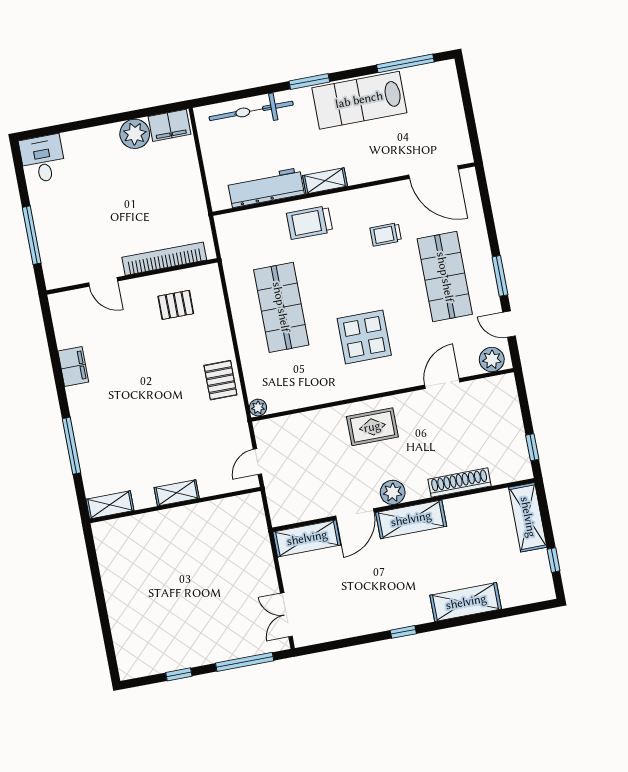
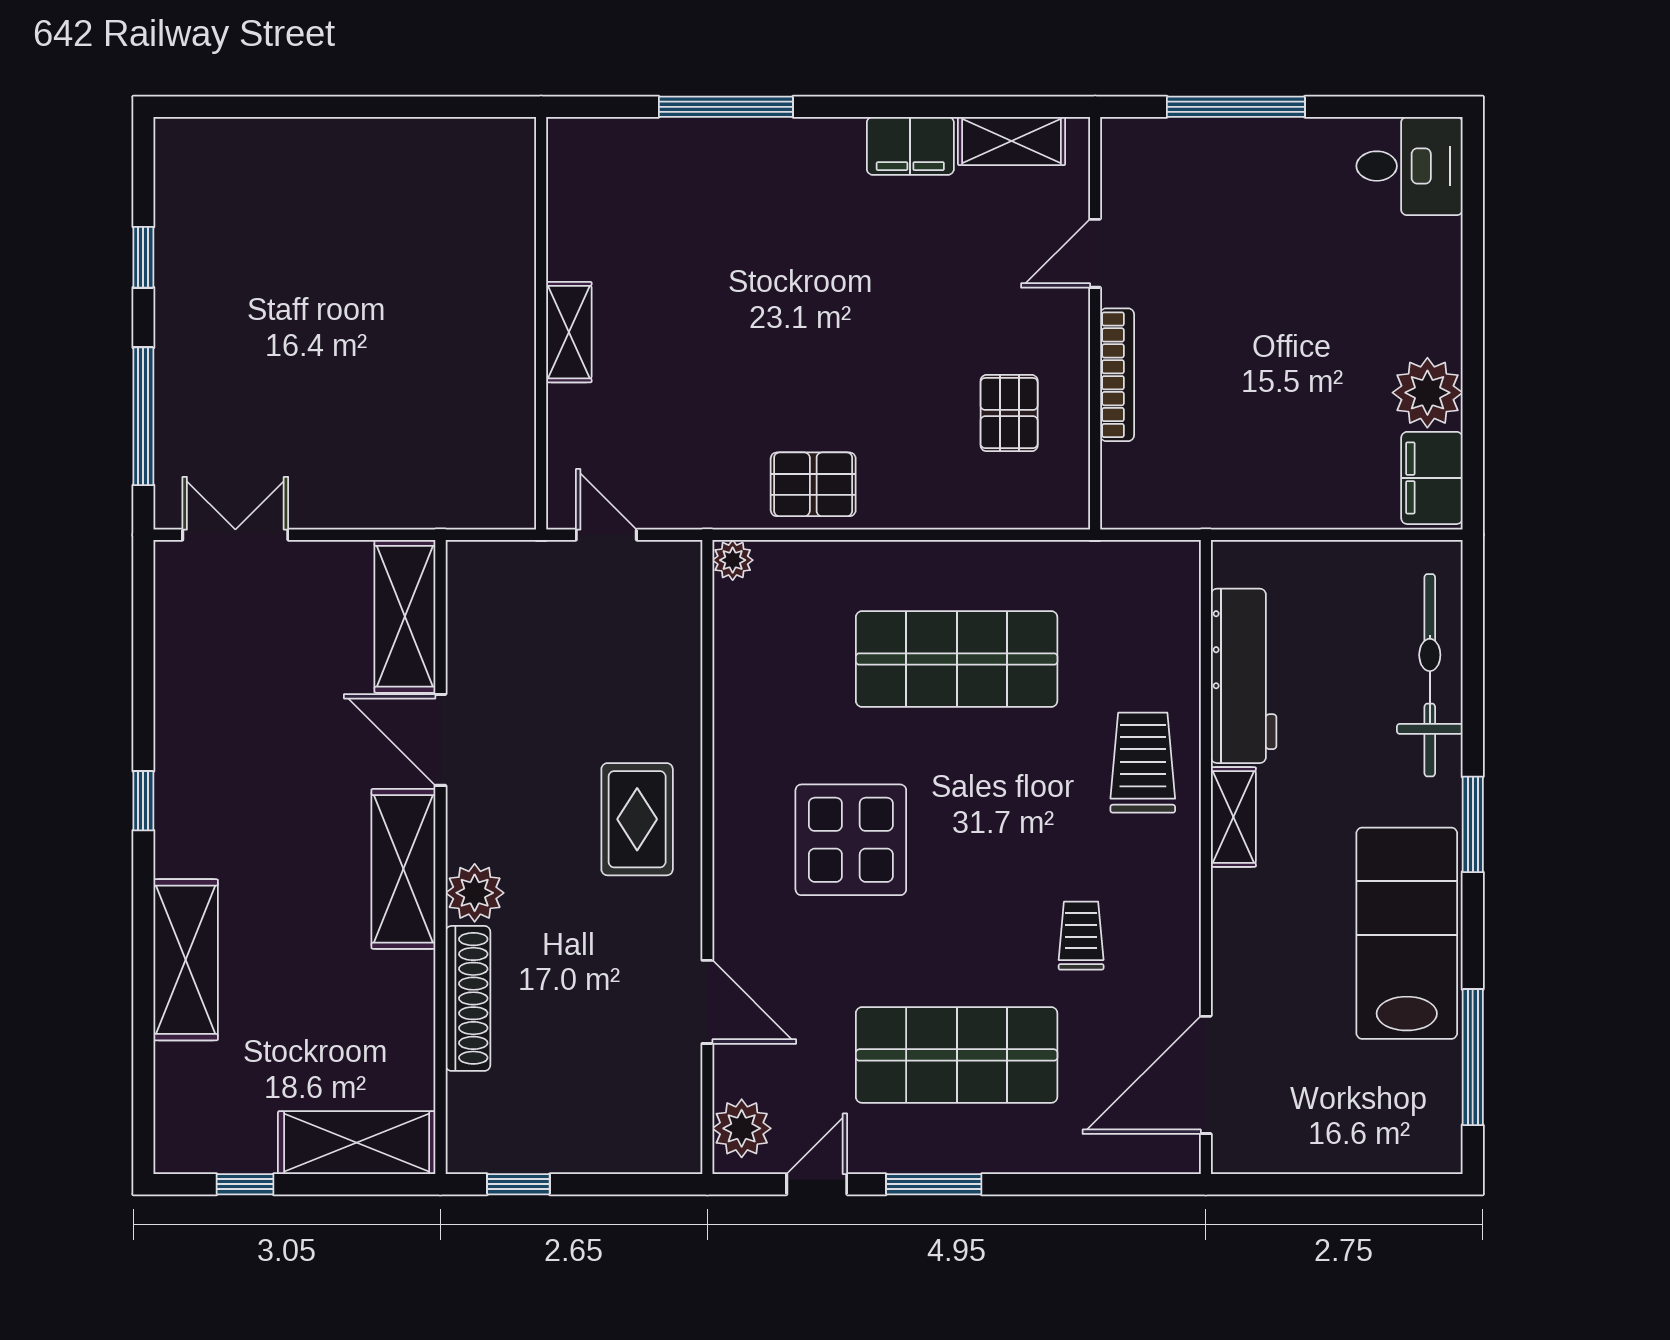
bookcase: (164, 259) -> (1117, 375), width x0.68, depth x0.76
plant: (393, 492) -> (475, 893), moved
shelving: (110, 505) -> (1012, 141), moved, turned 90

